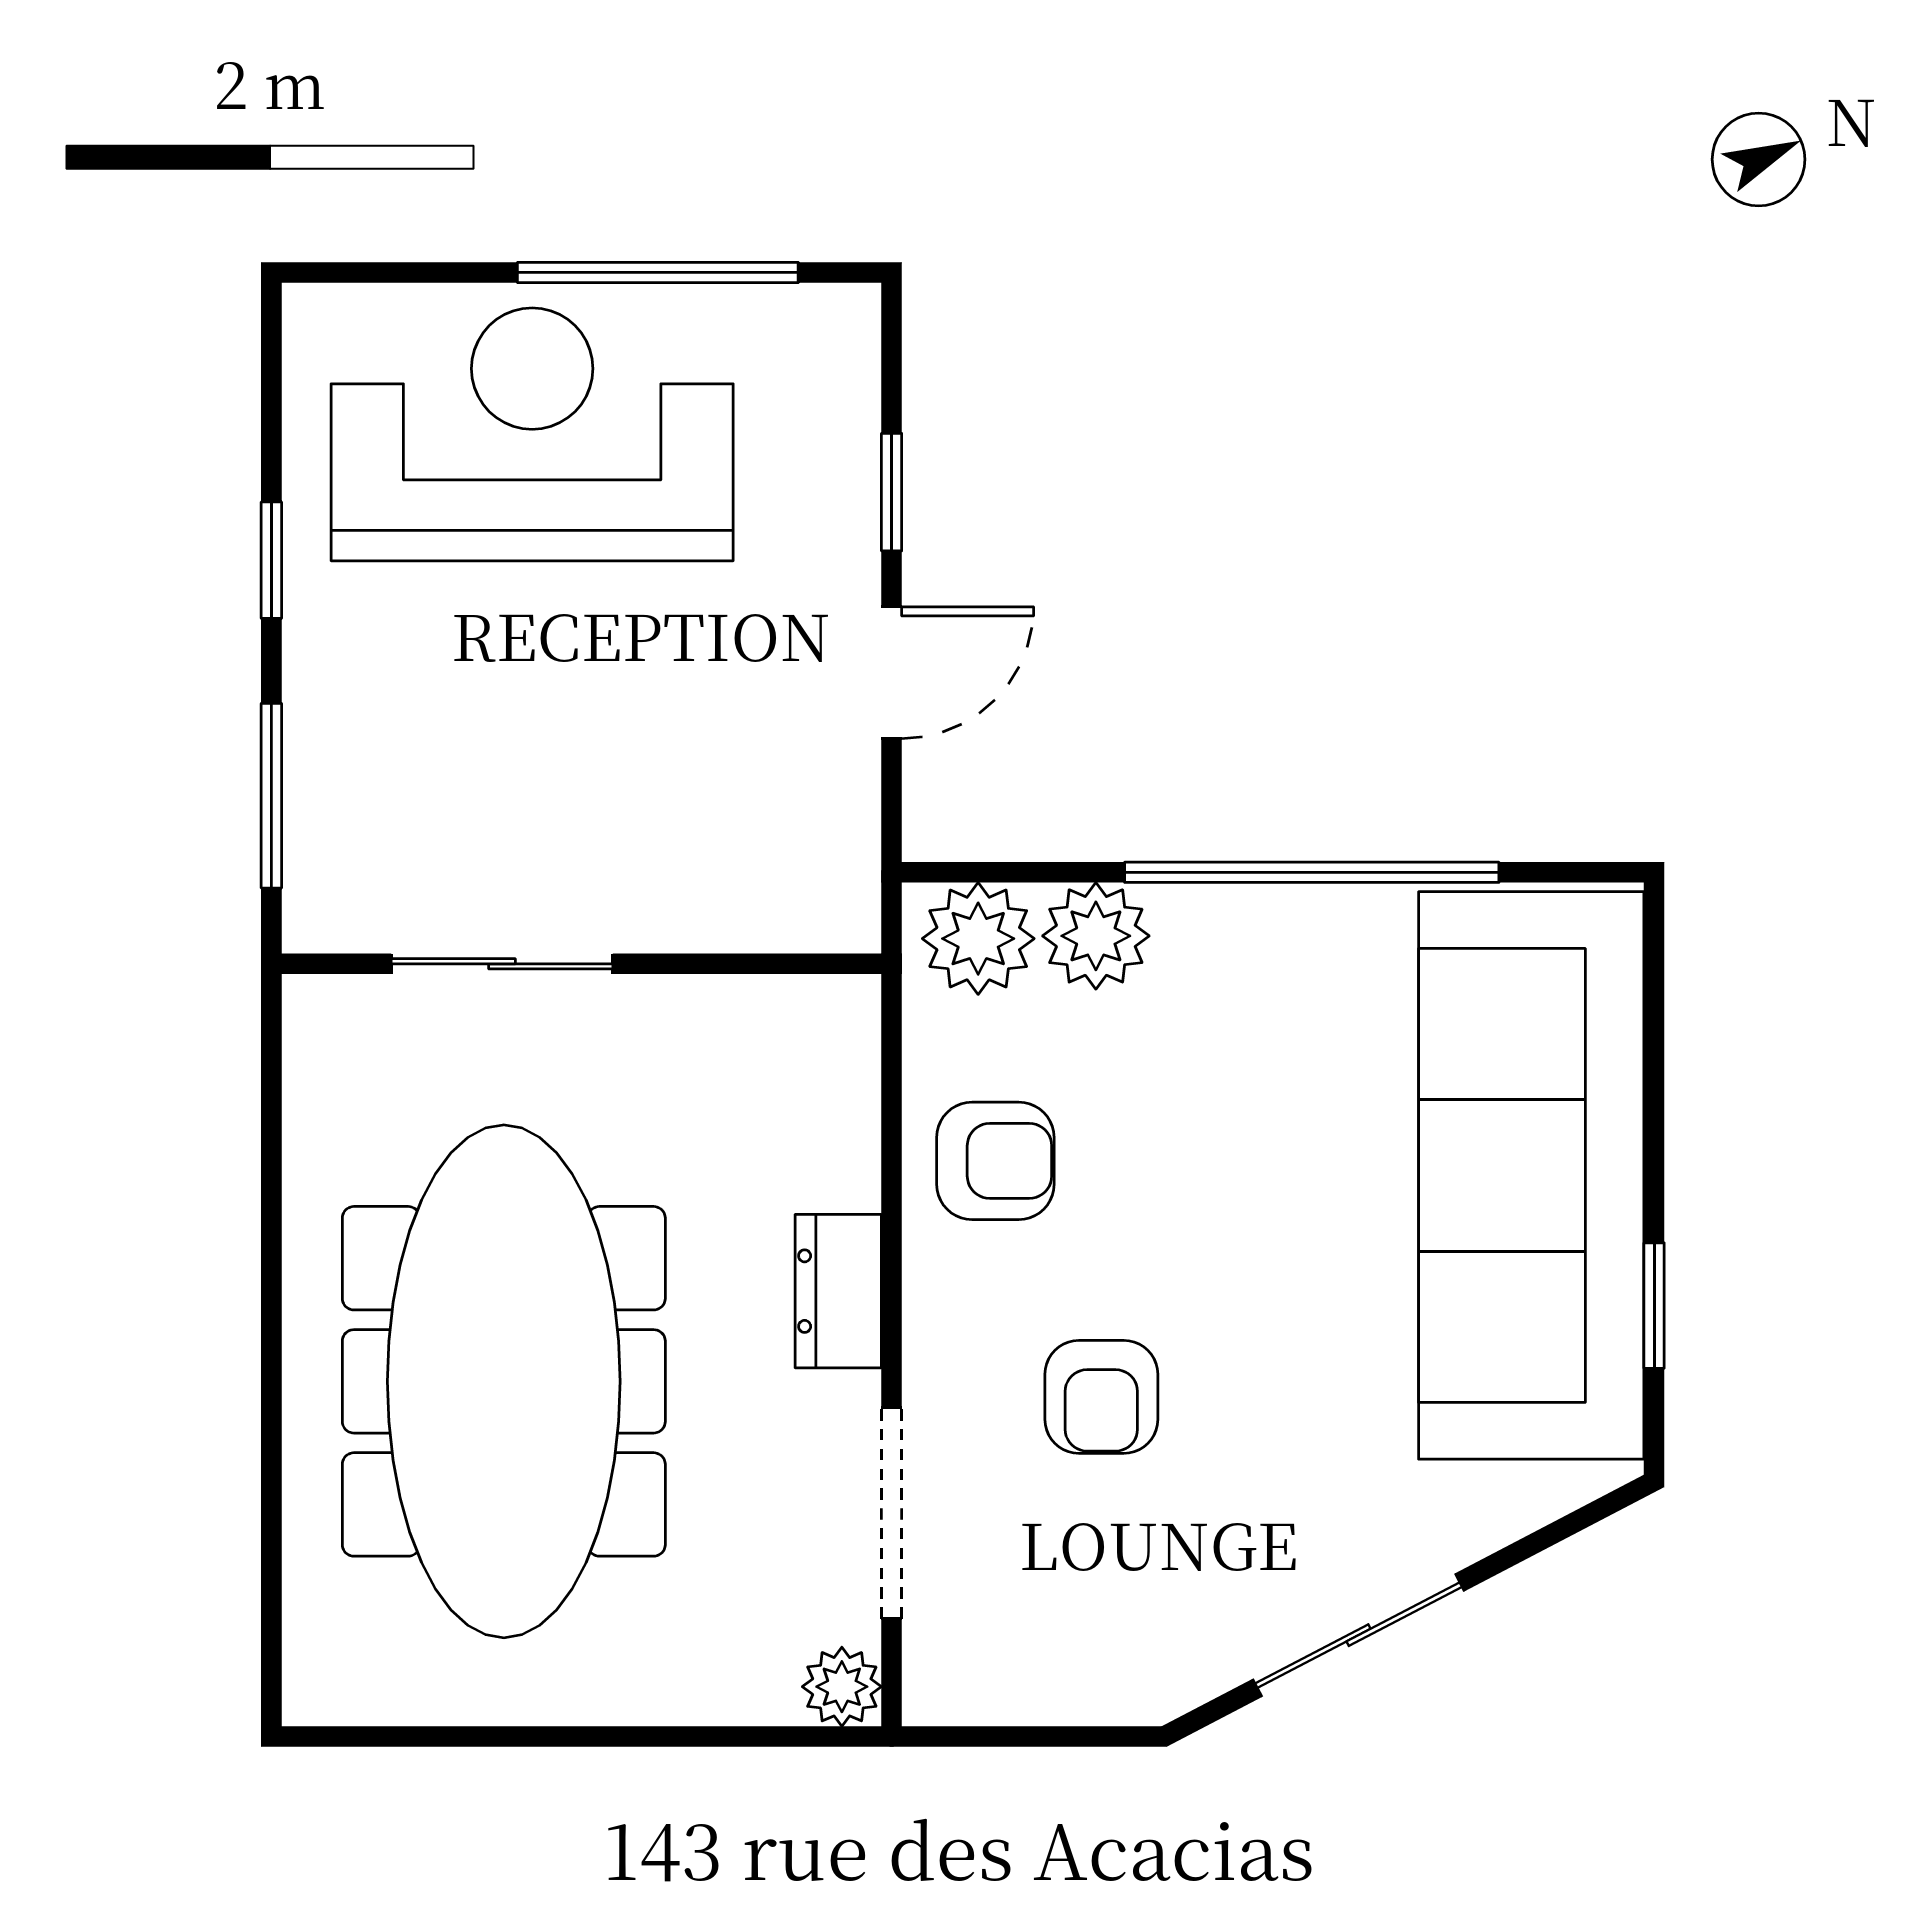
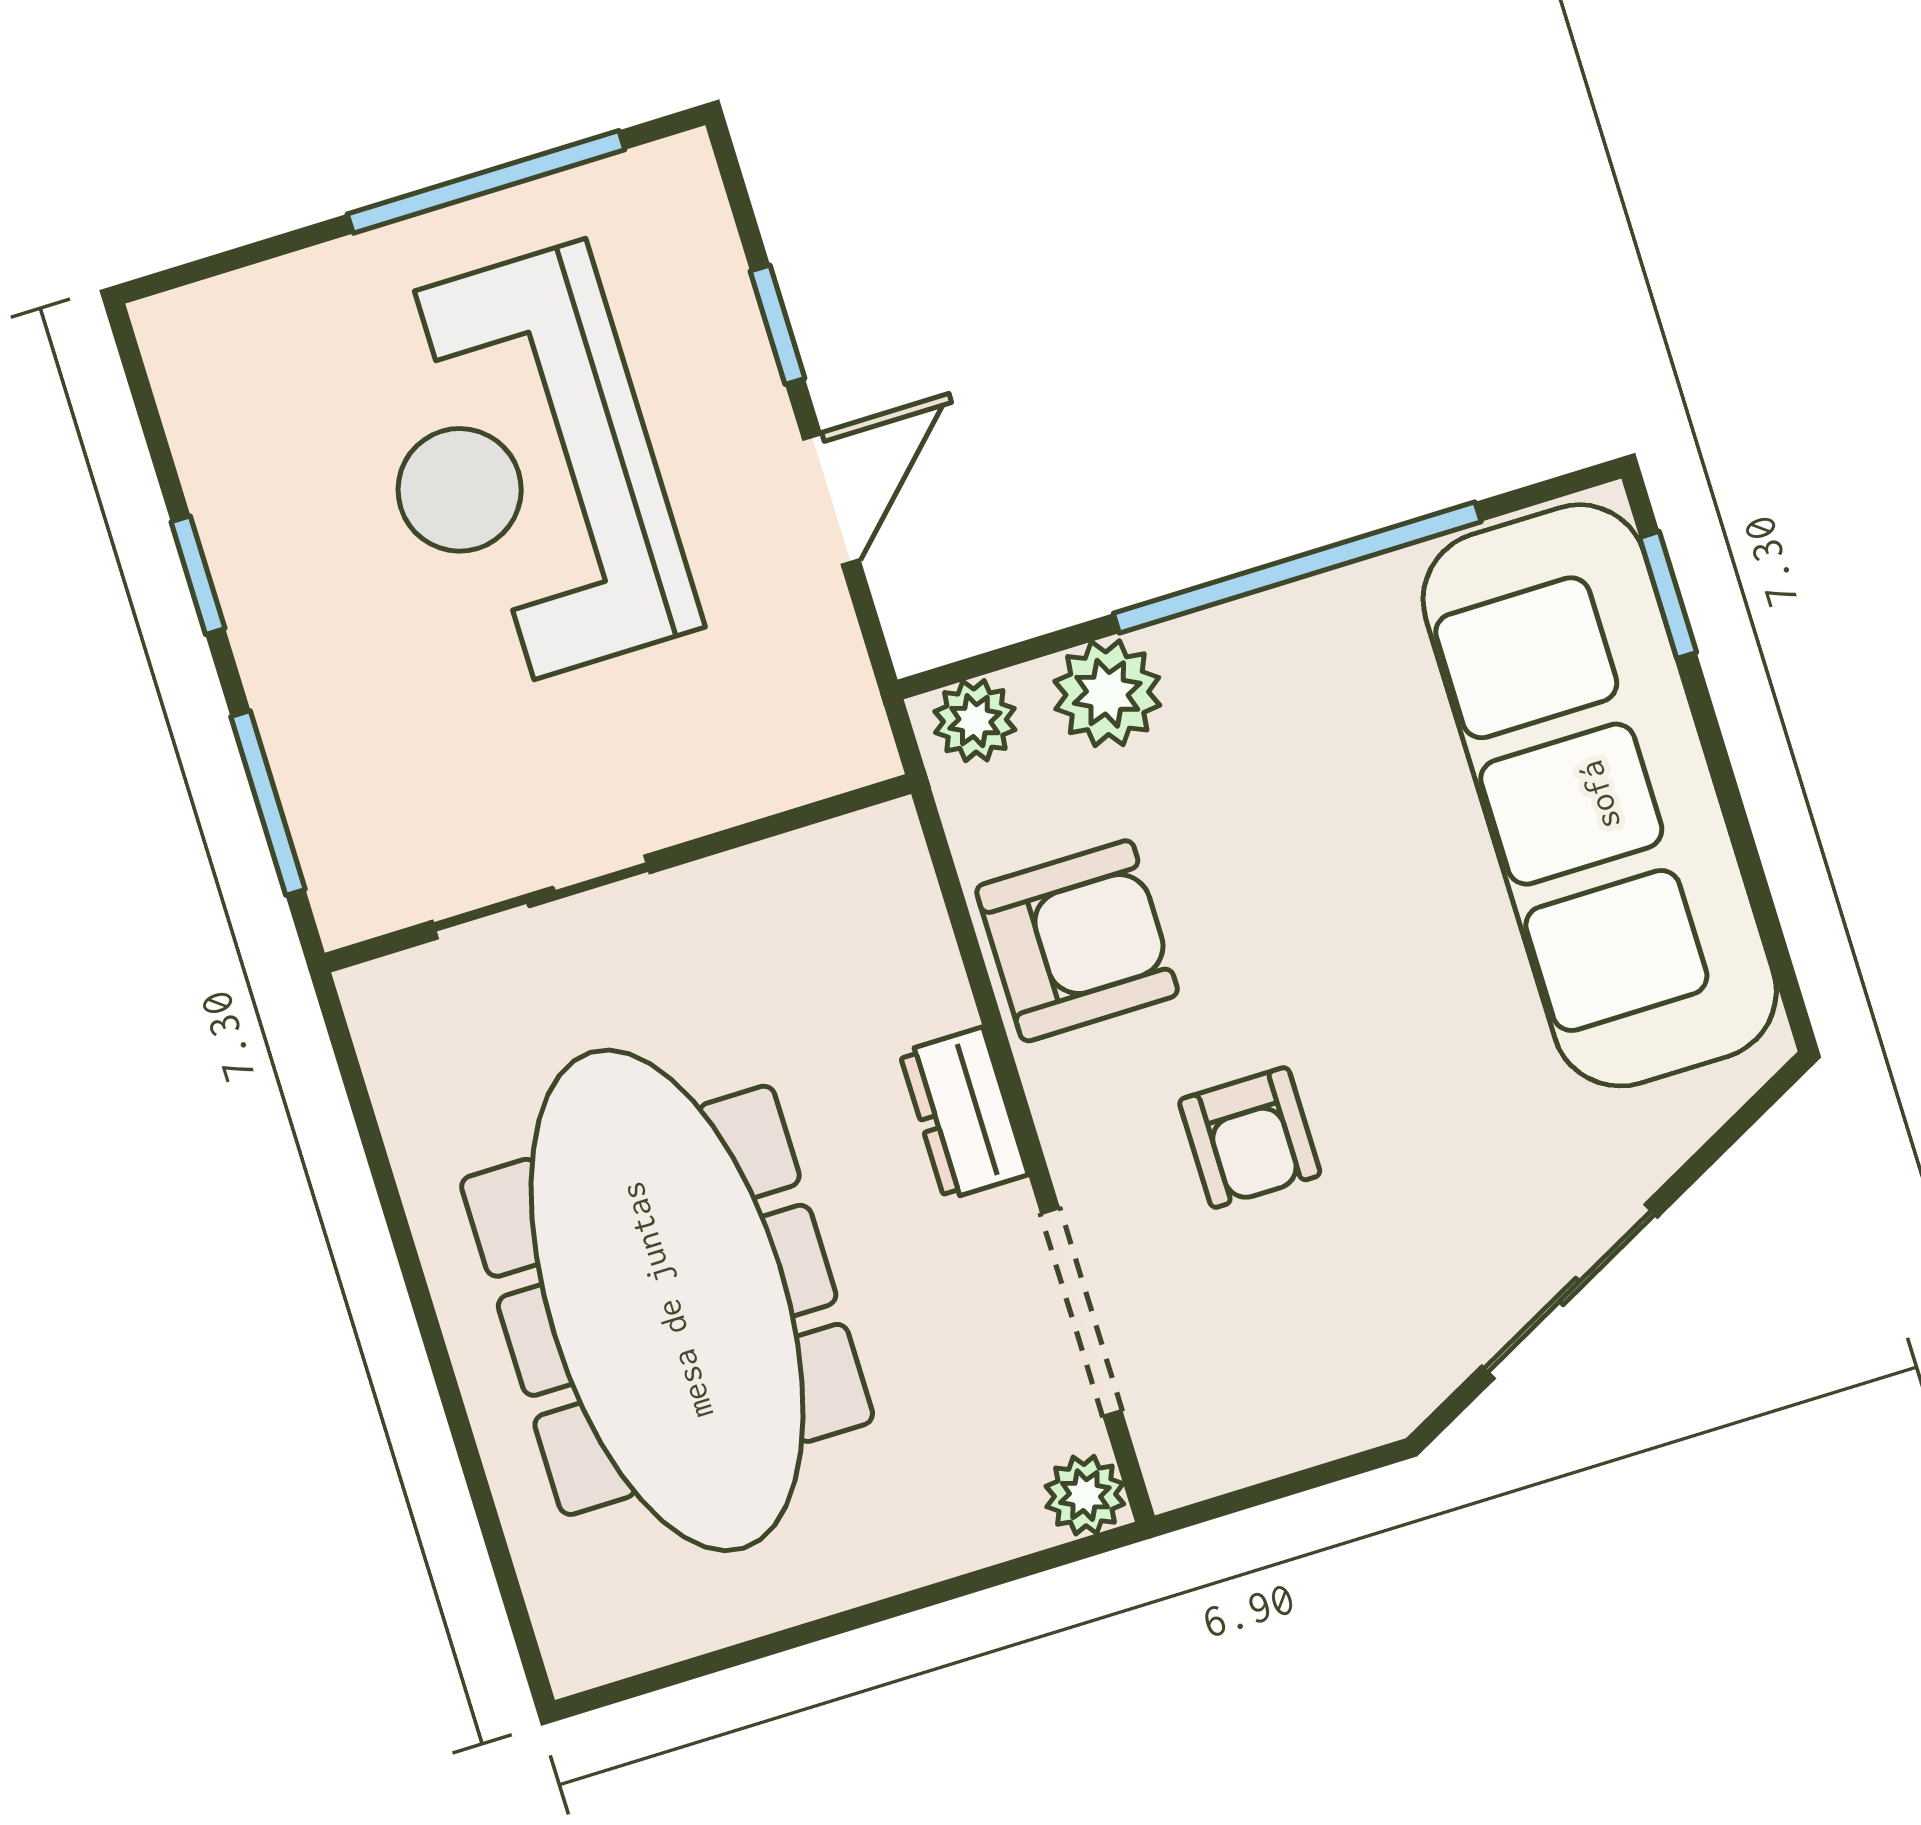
reception desk: (532, 434) -> (523, 470), moved, turned -90
plant: (978, 939) -> (975, 721), width x0.73, depth x0.73
armchair: (995, 1161) -> (1077, 941), width x1.38, depth x1.38
window: (1654, 1306) -> (1668, 595), moved

